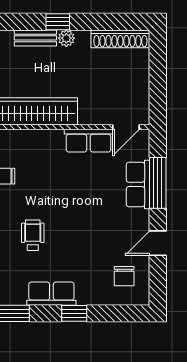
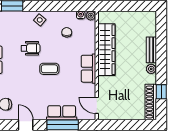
window: (58, 22) -> (161, 92), moved
row of seats: (88, 141) -> (88, 69), moved
coffee table: (66, 204) -> (49, 69), added

